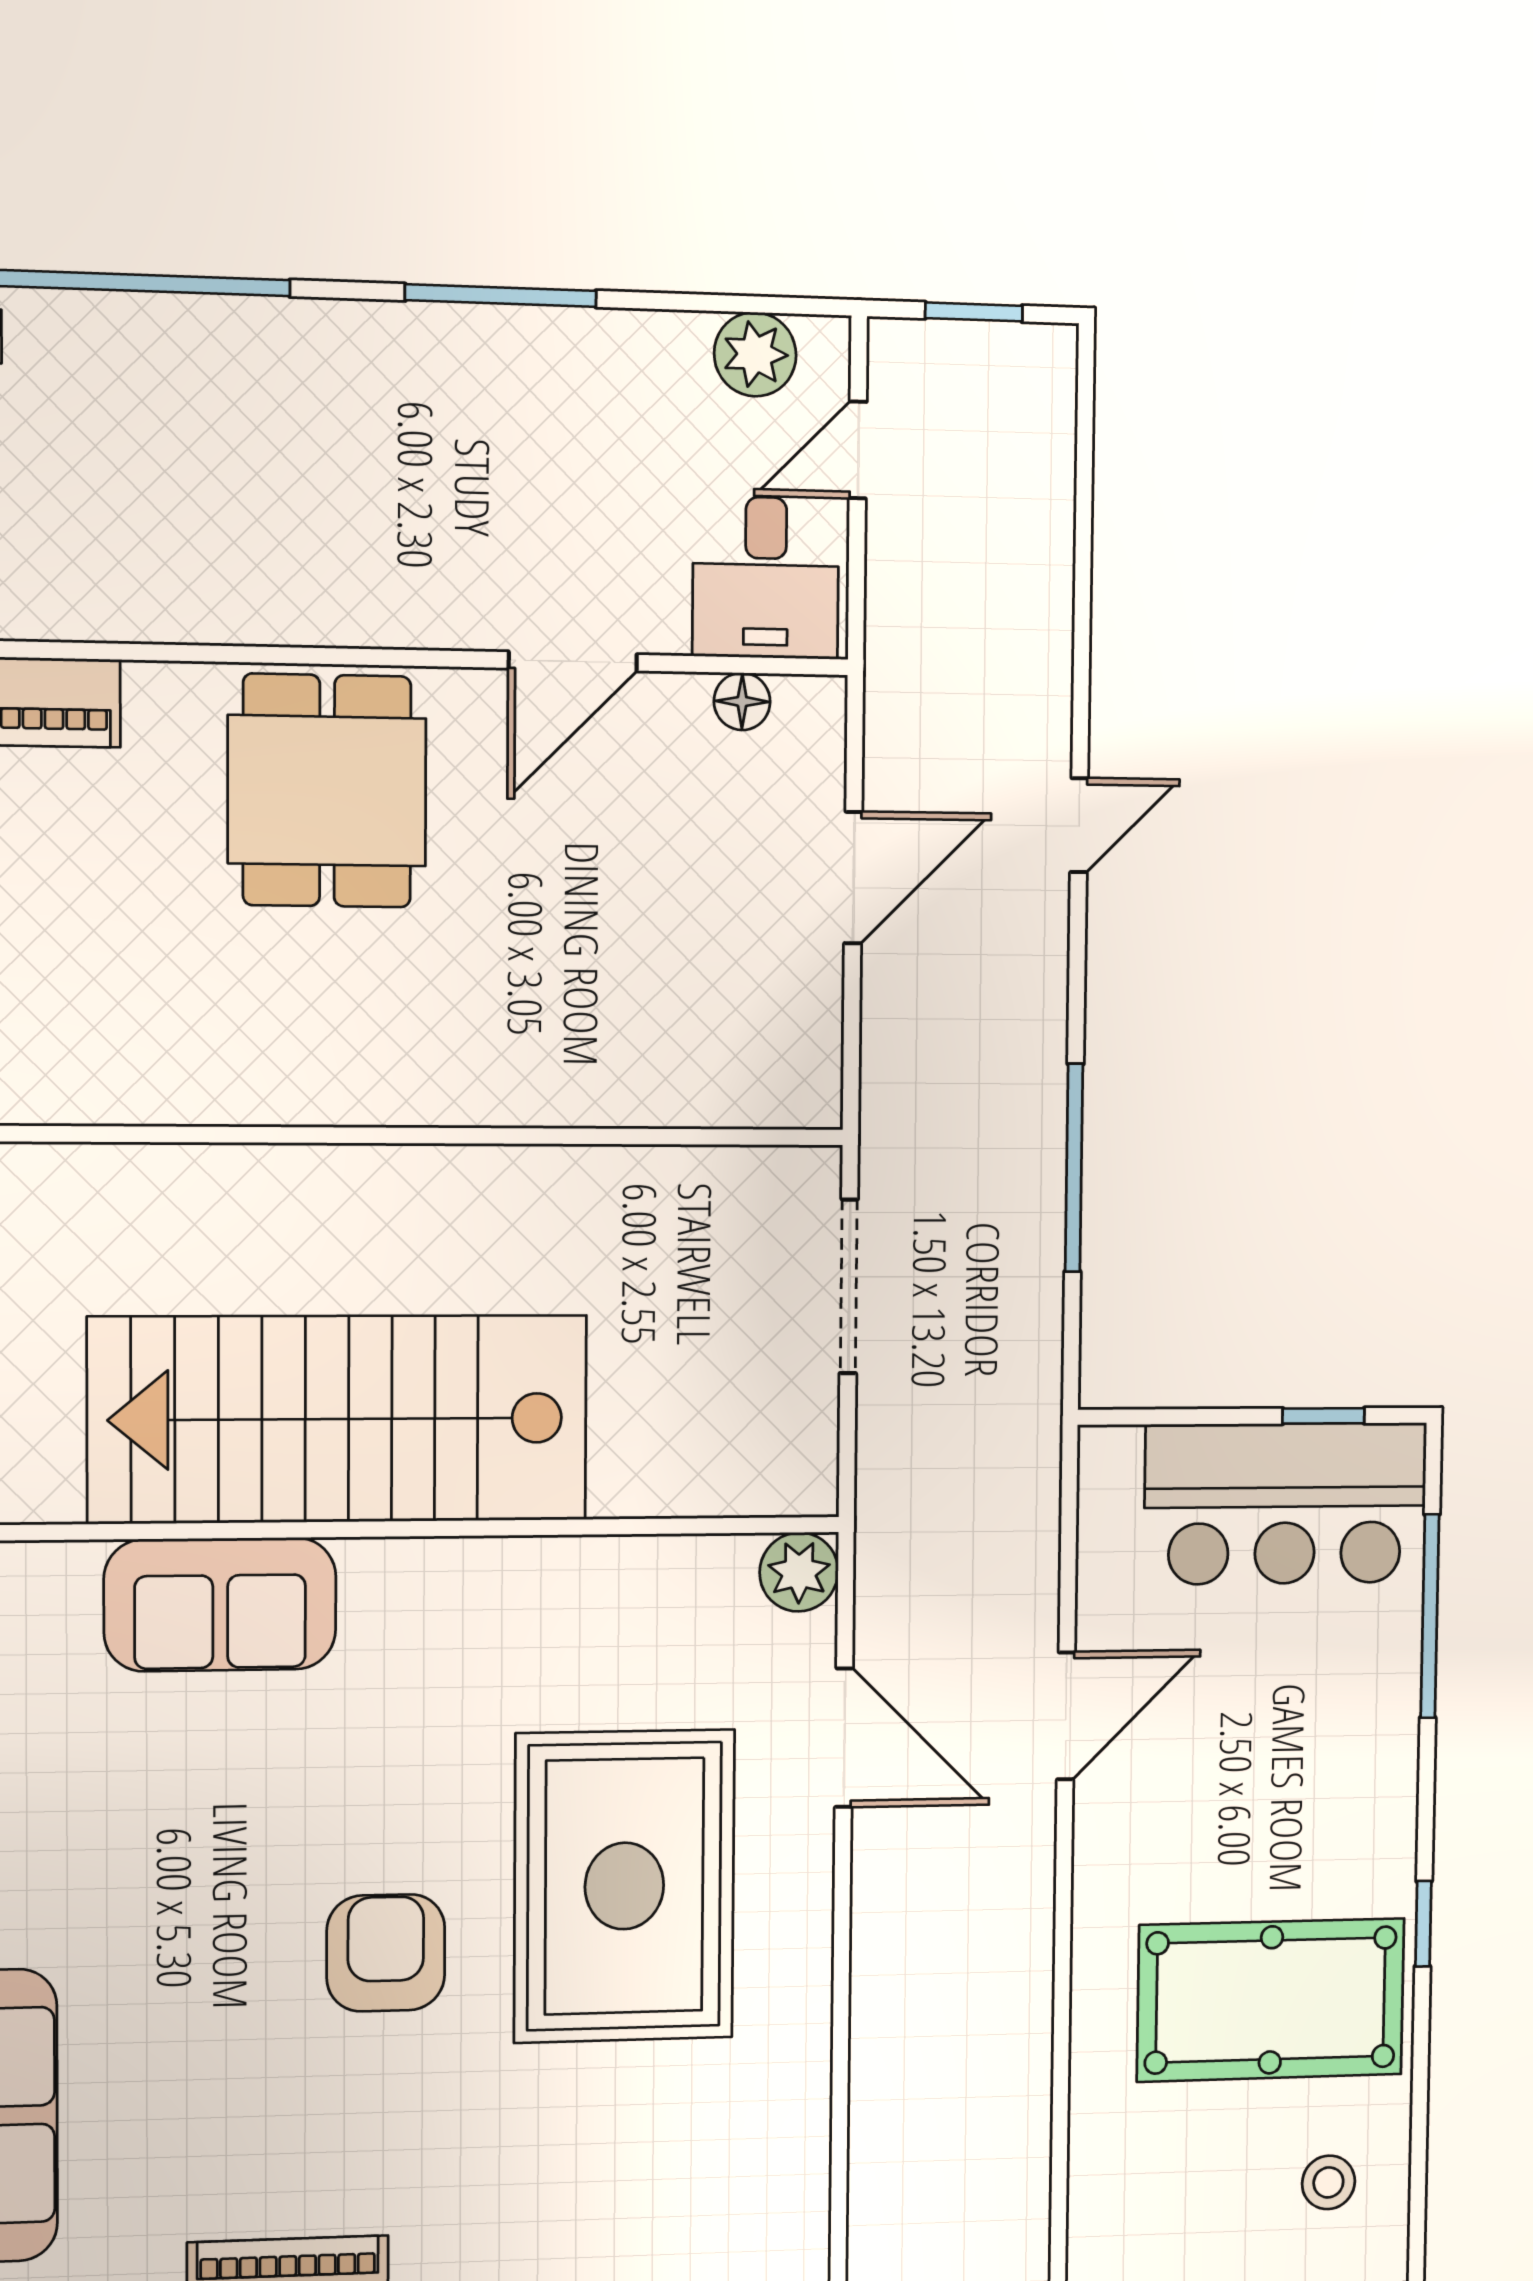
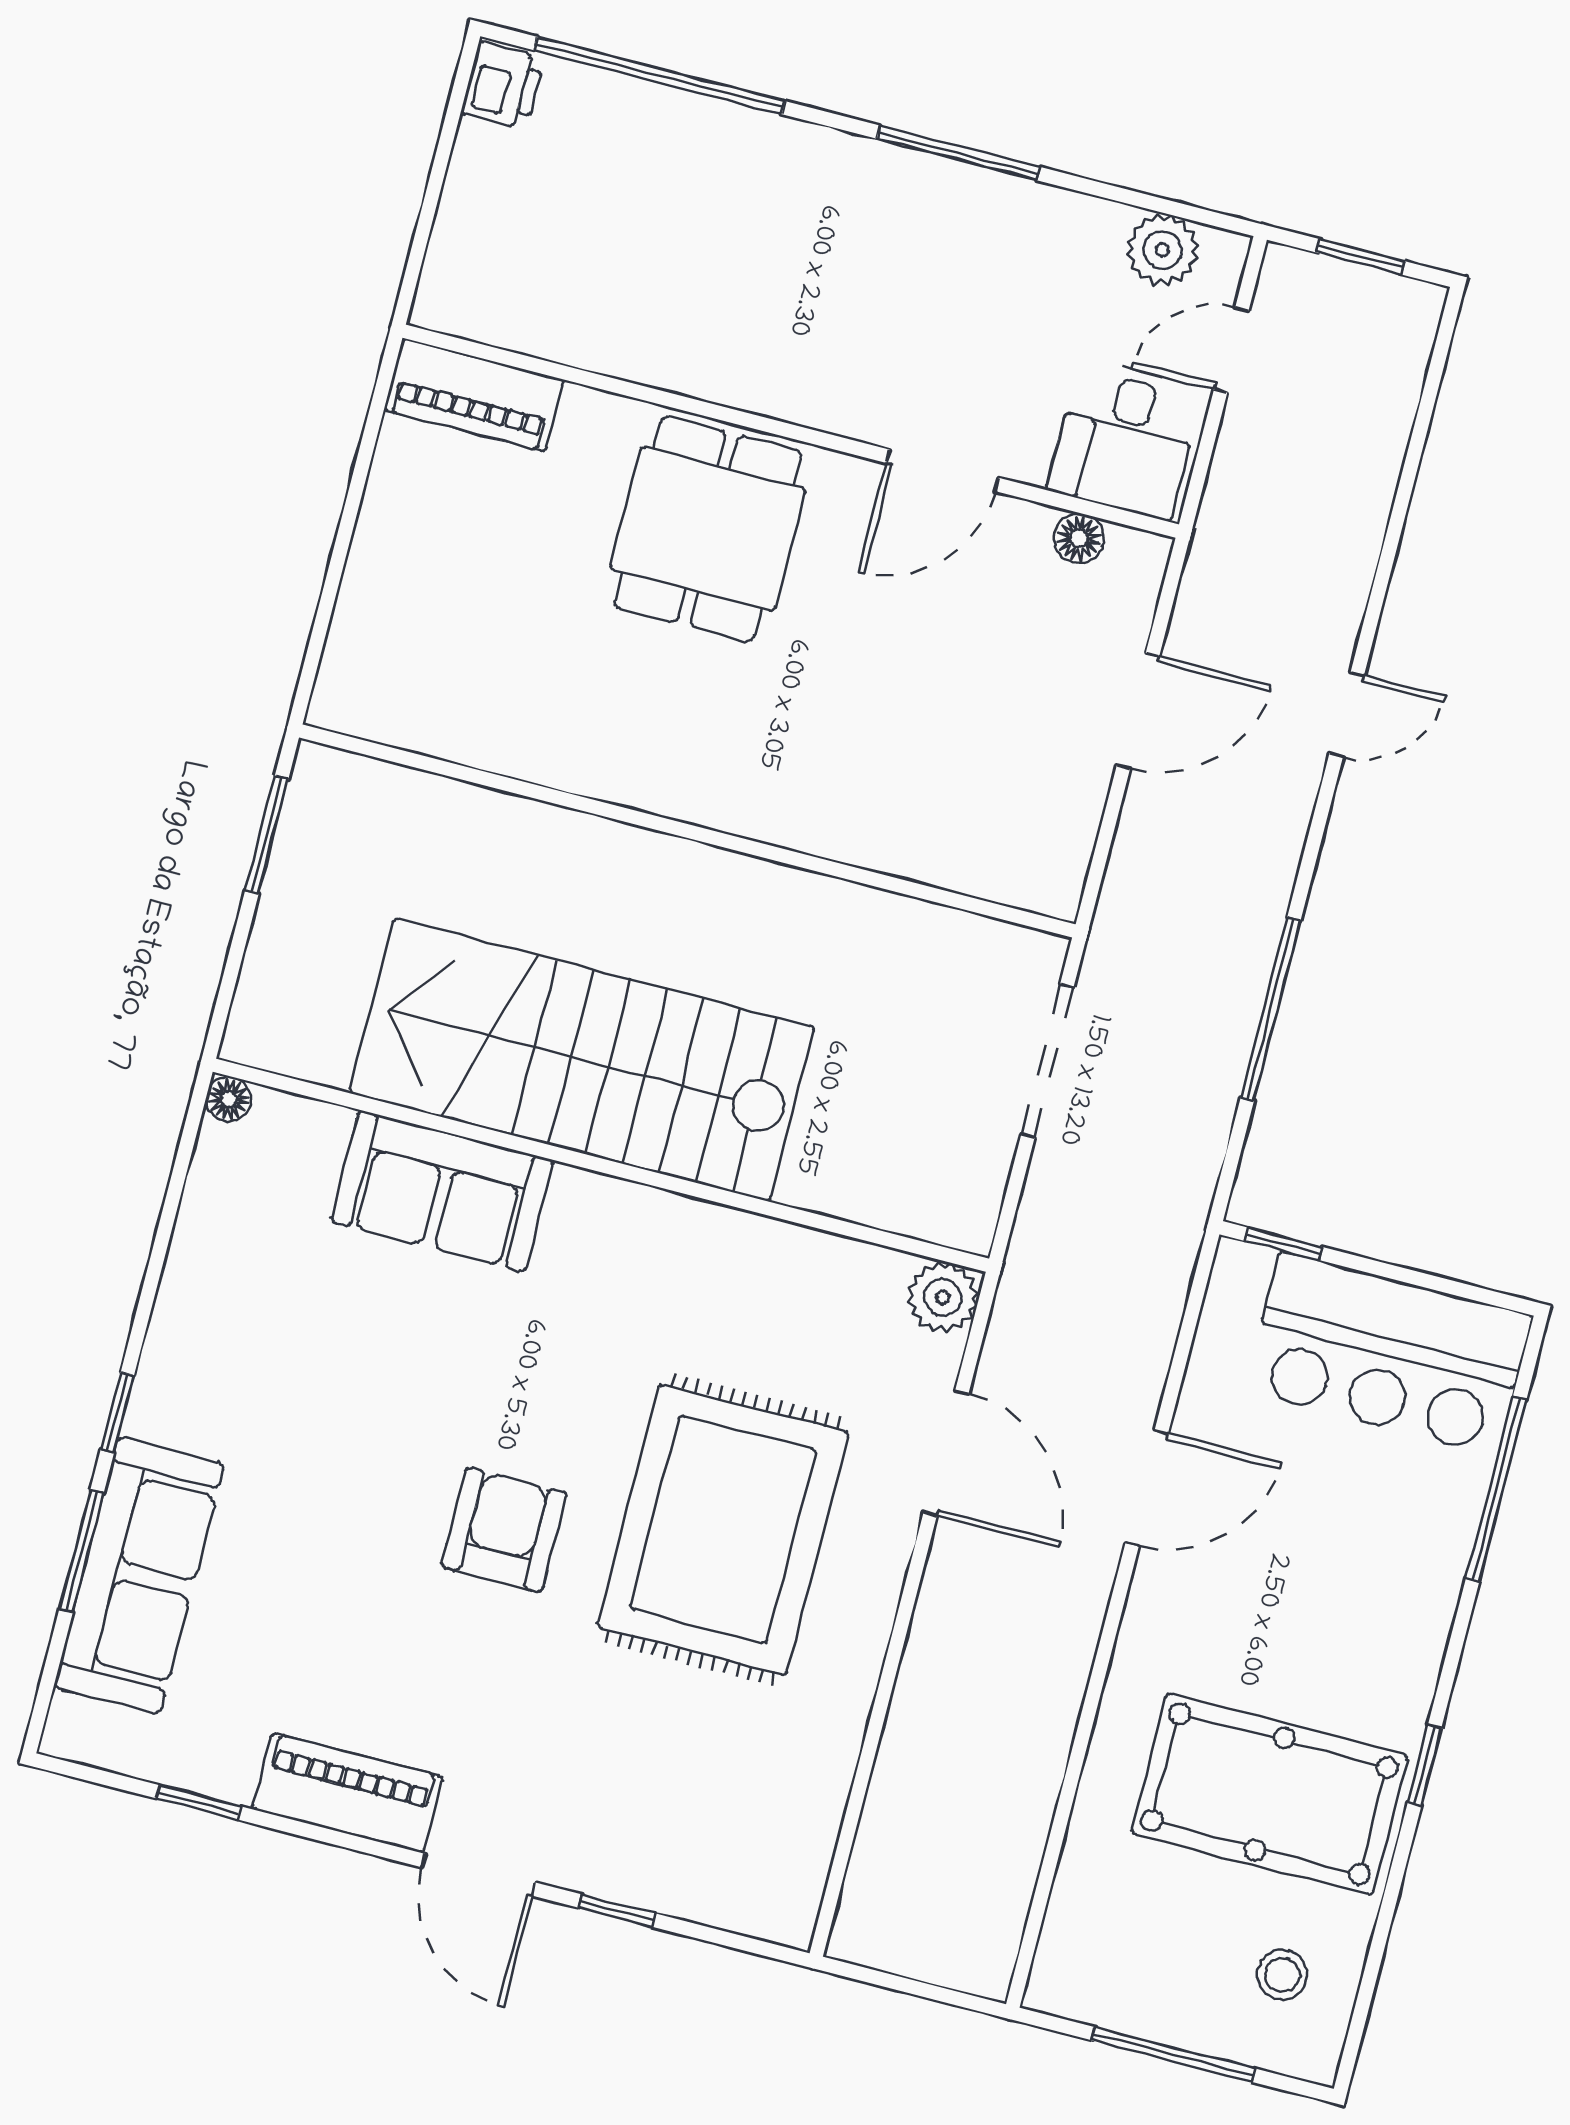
window: (1324, 1416) -> (1283, 1244), moved

